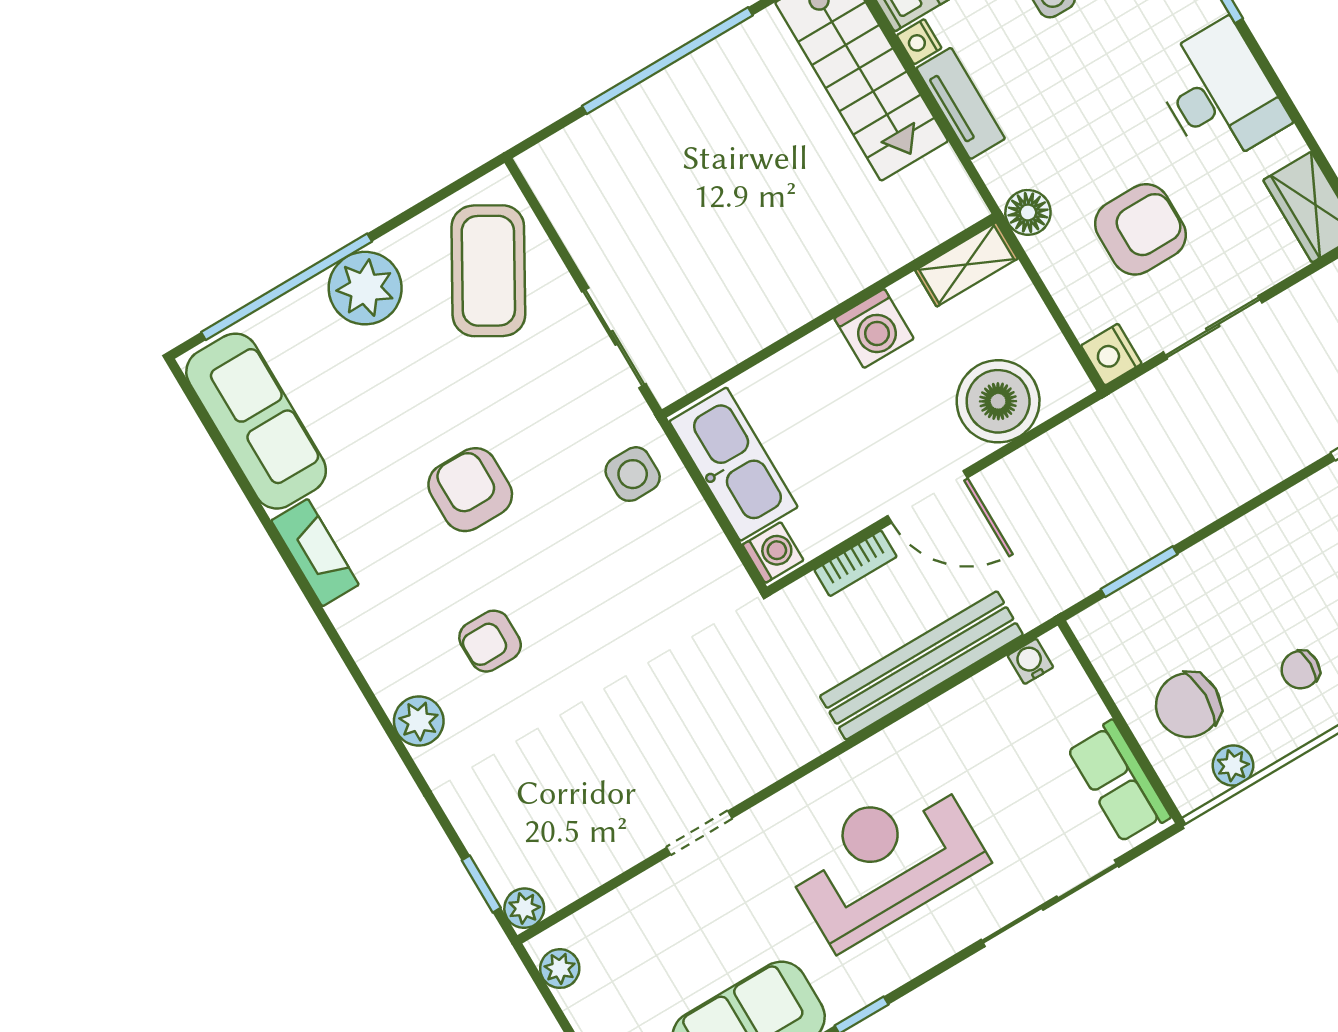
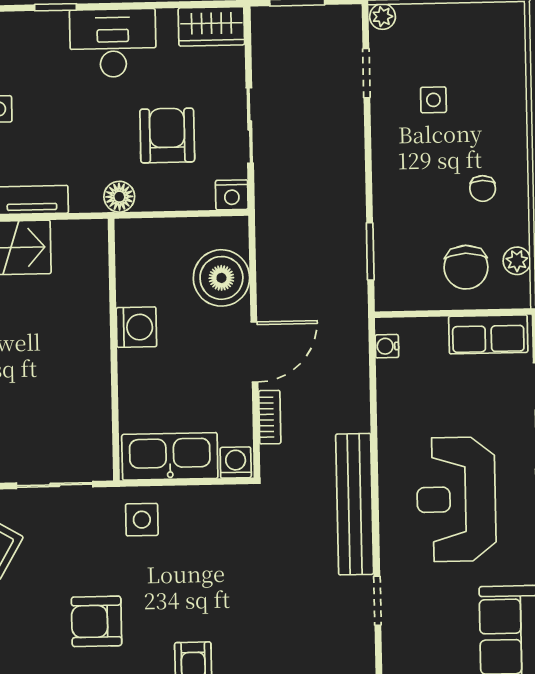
shelving: (966, 264) -> (129, 251), removed
bench: (921, 665) -> (355, 504), moved

